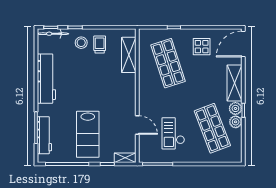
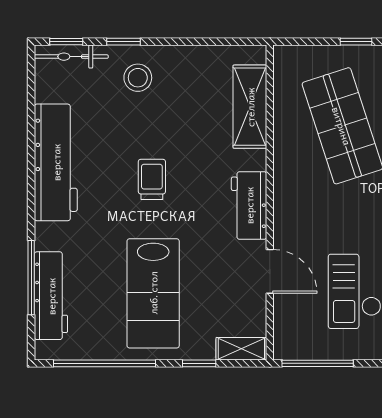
trolley: (100, 44) -> (152, 179), moved
workbench: (128, 97) -> (249, 205), added

